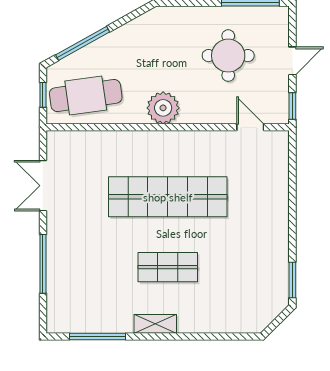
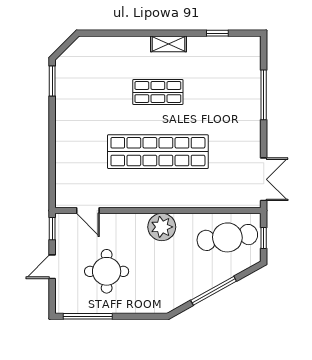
window: (83, 43) -> (214, 291), moved
double door: (43, 186) -> (264, 179), moved
window: (97, 337) -> (217, 33), width x0.46

